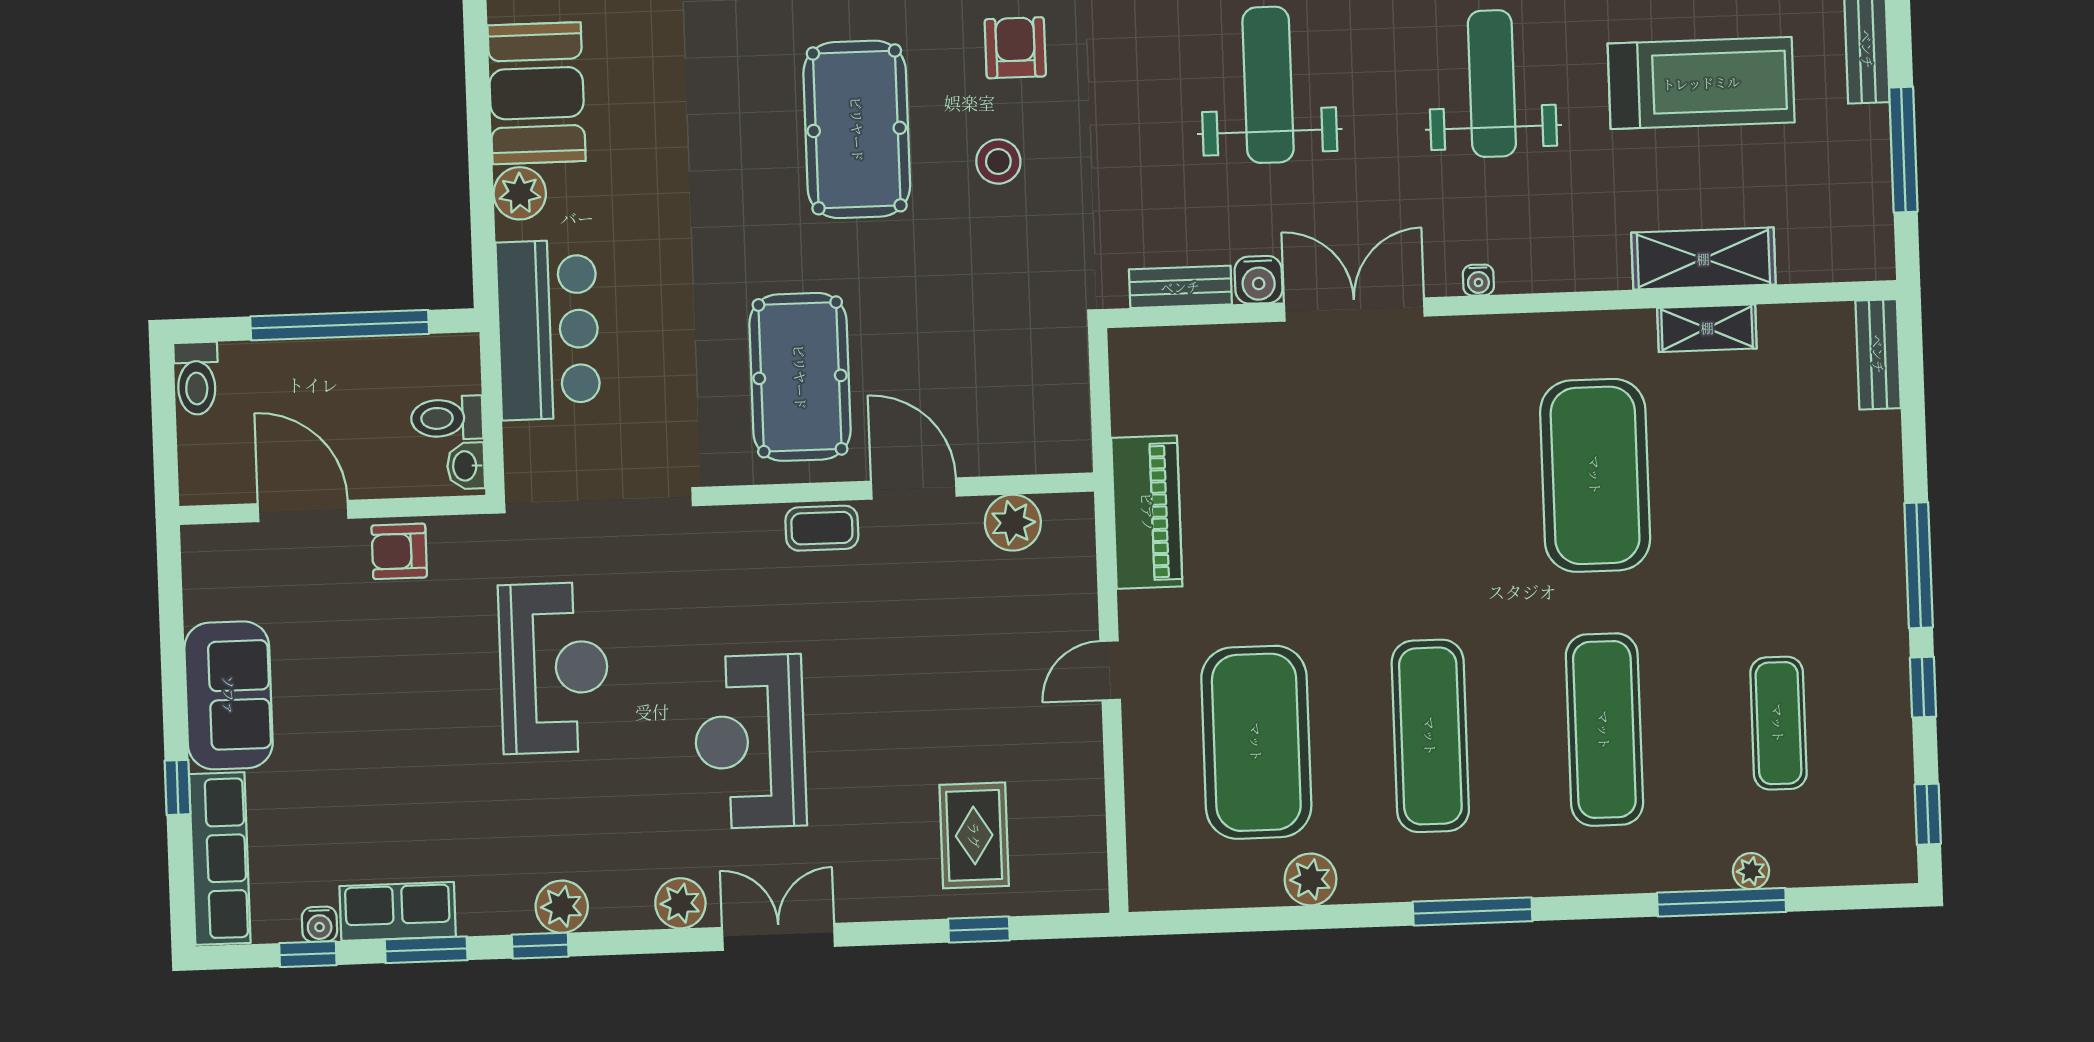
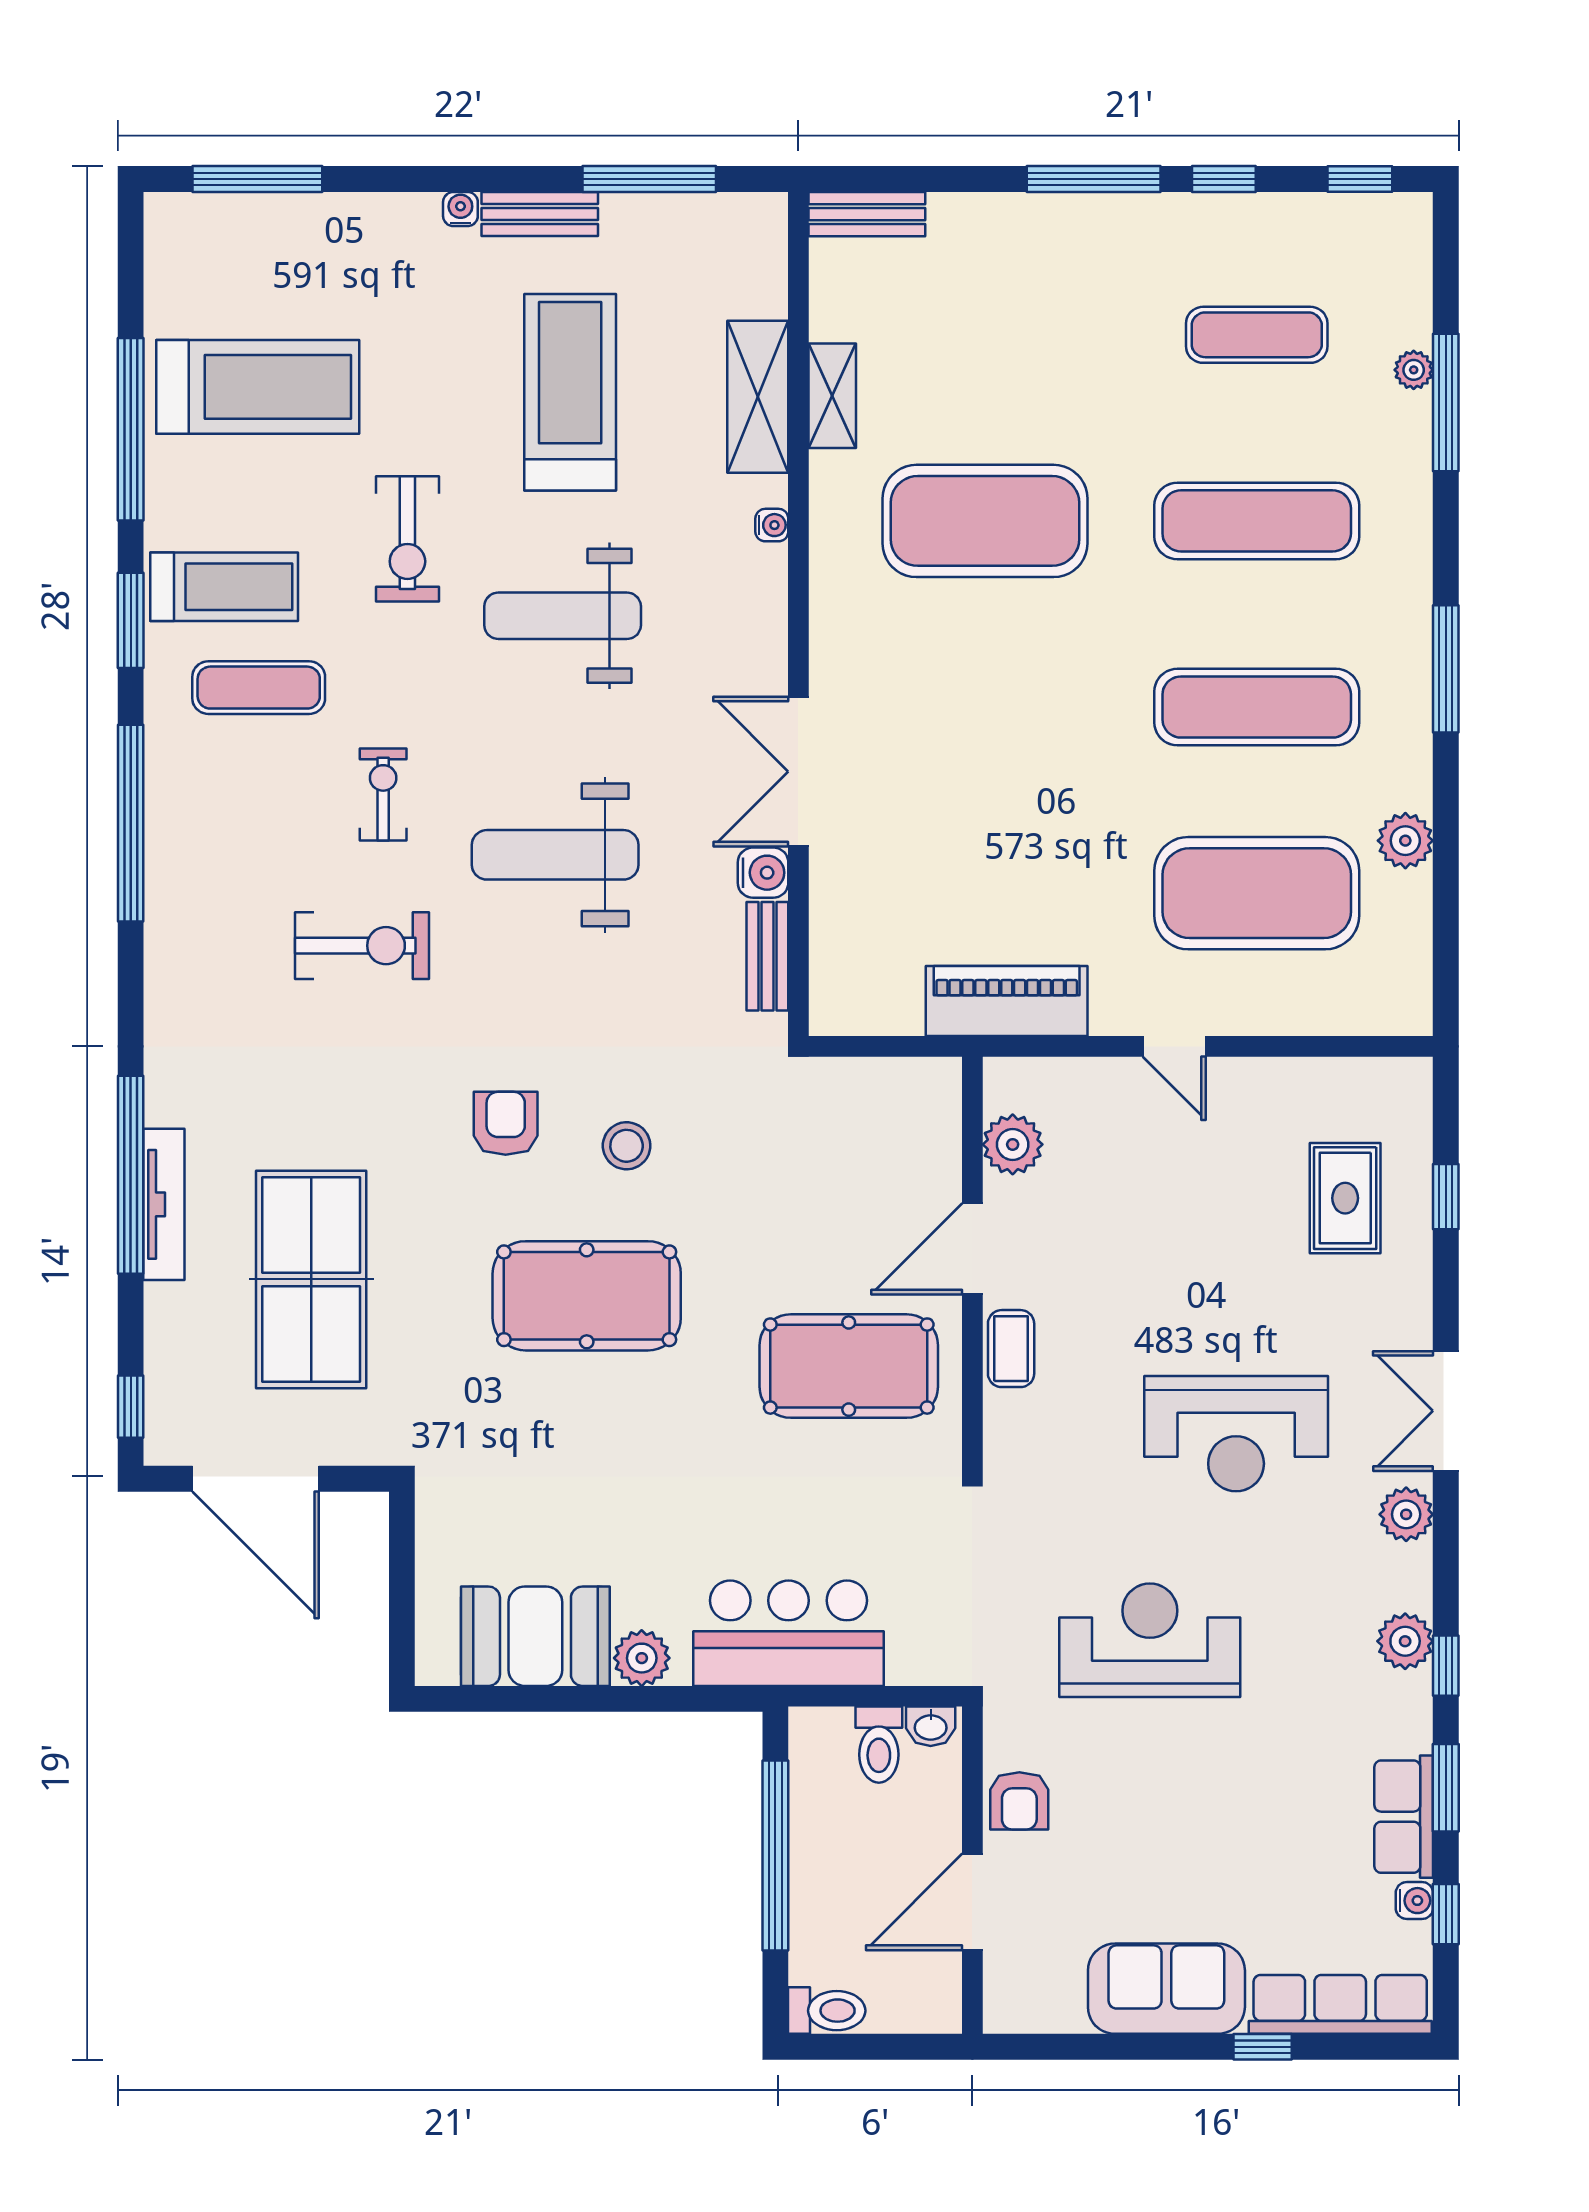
armchair: (1015, 48) -> (506, 1123), turned 90
water cooler: (1478, 280) -> (772, 525), moved
rug: (974, 835) -> (1345, 1198), turned 90

